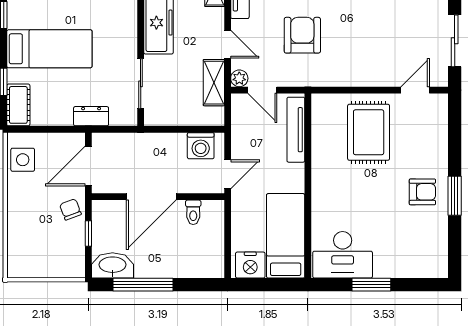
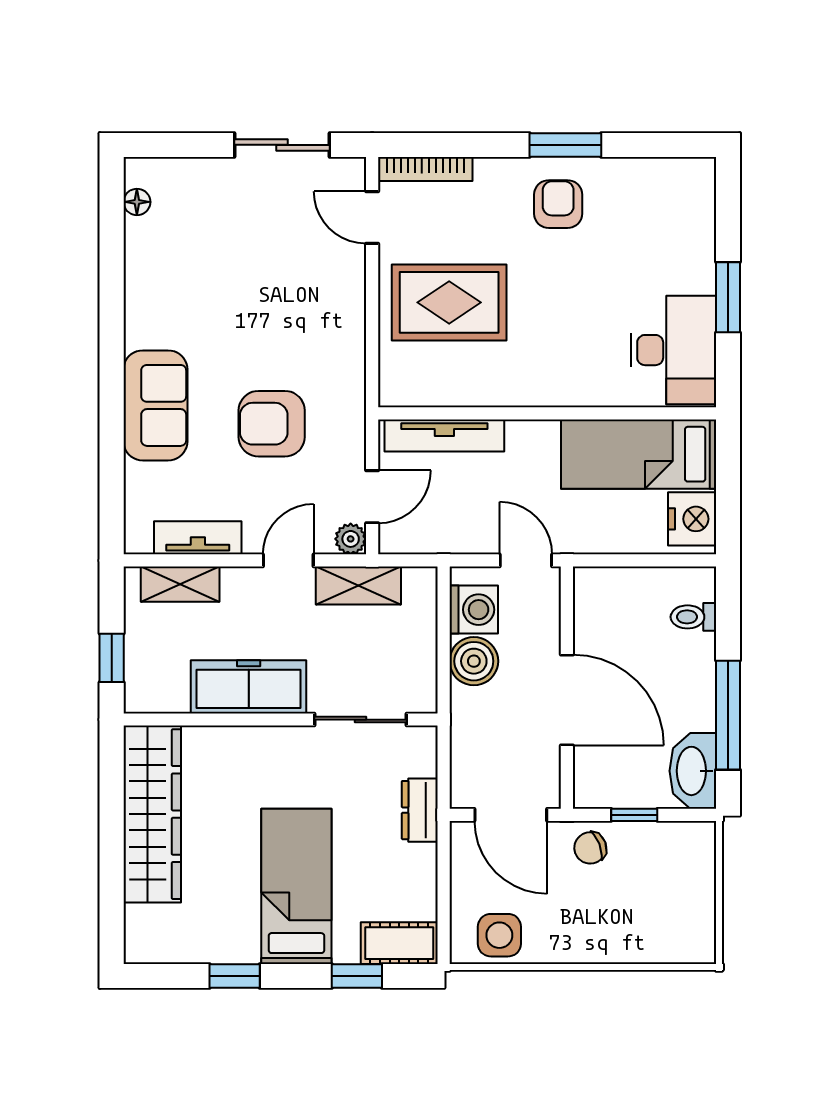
bookcase: (442, 119) -> (425, 169), added
boiler: (172, 146) -> (474, 661), added
toilet: (193, 212) -> (693, 617), moved, turned 180

